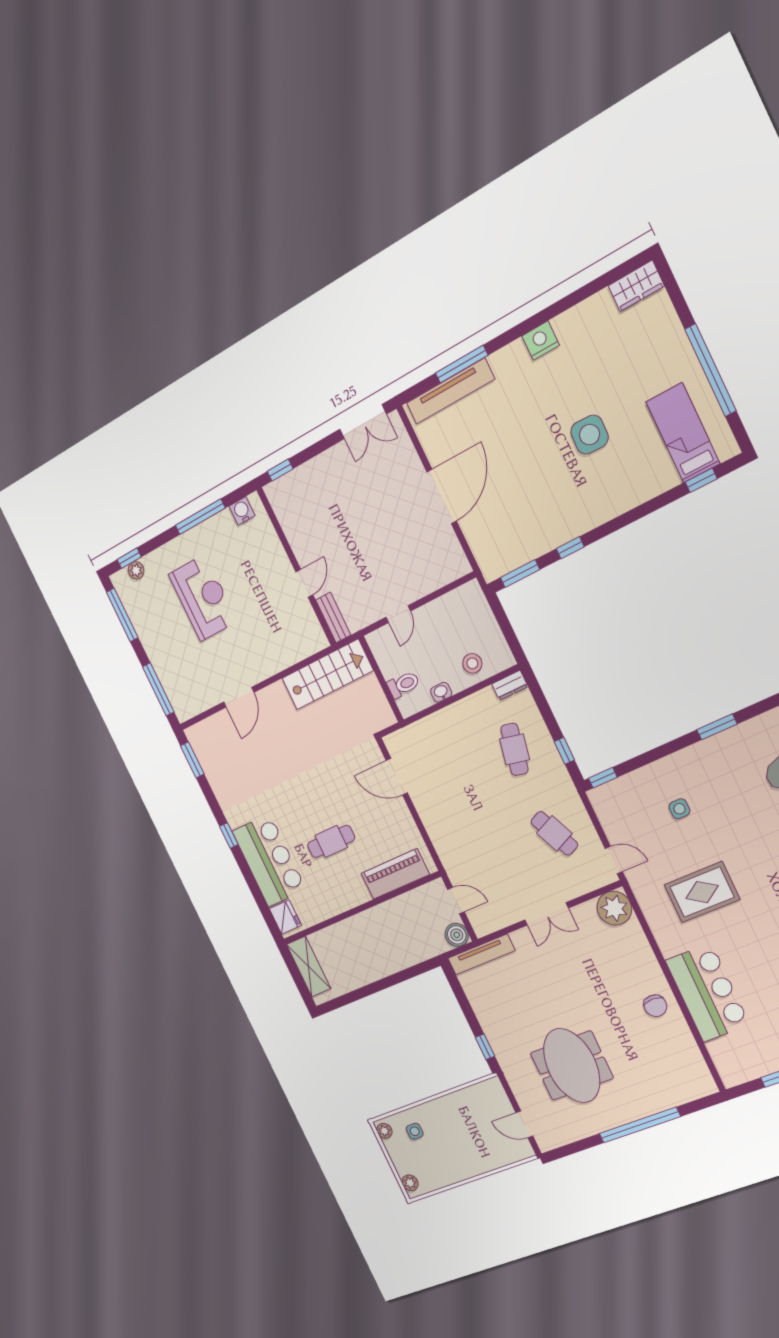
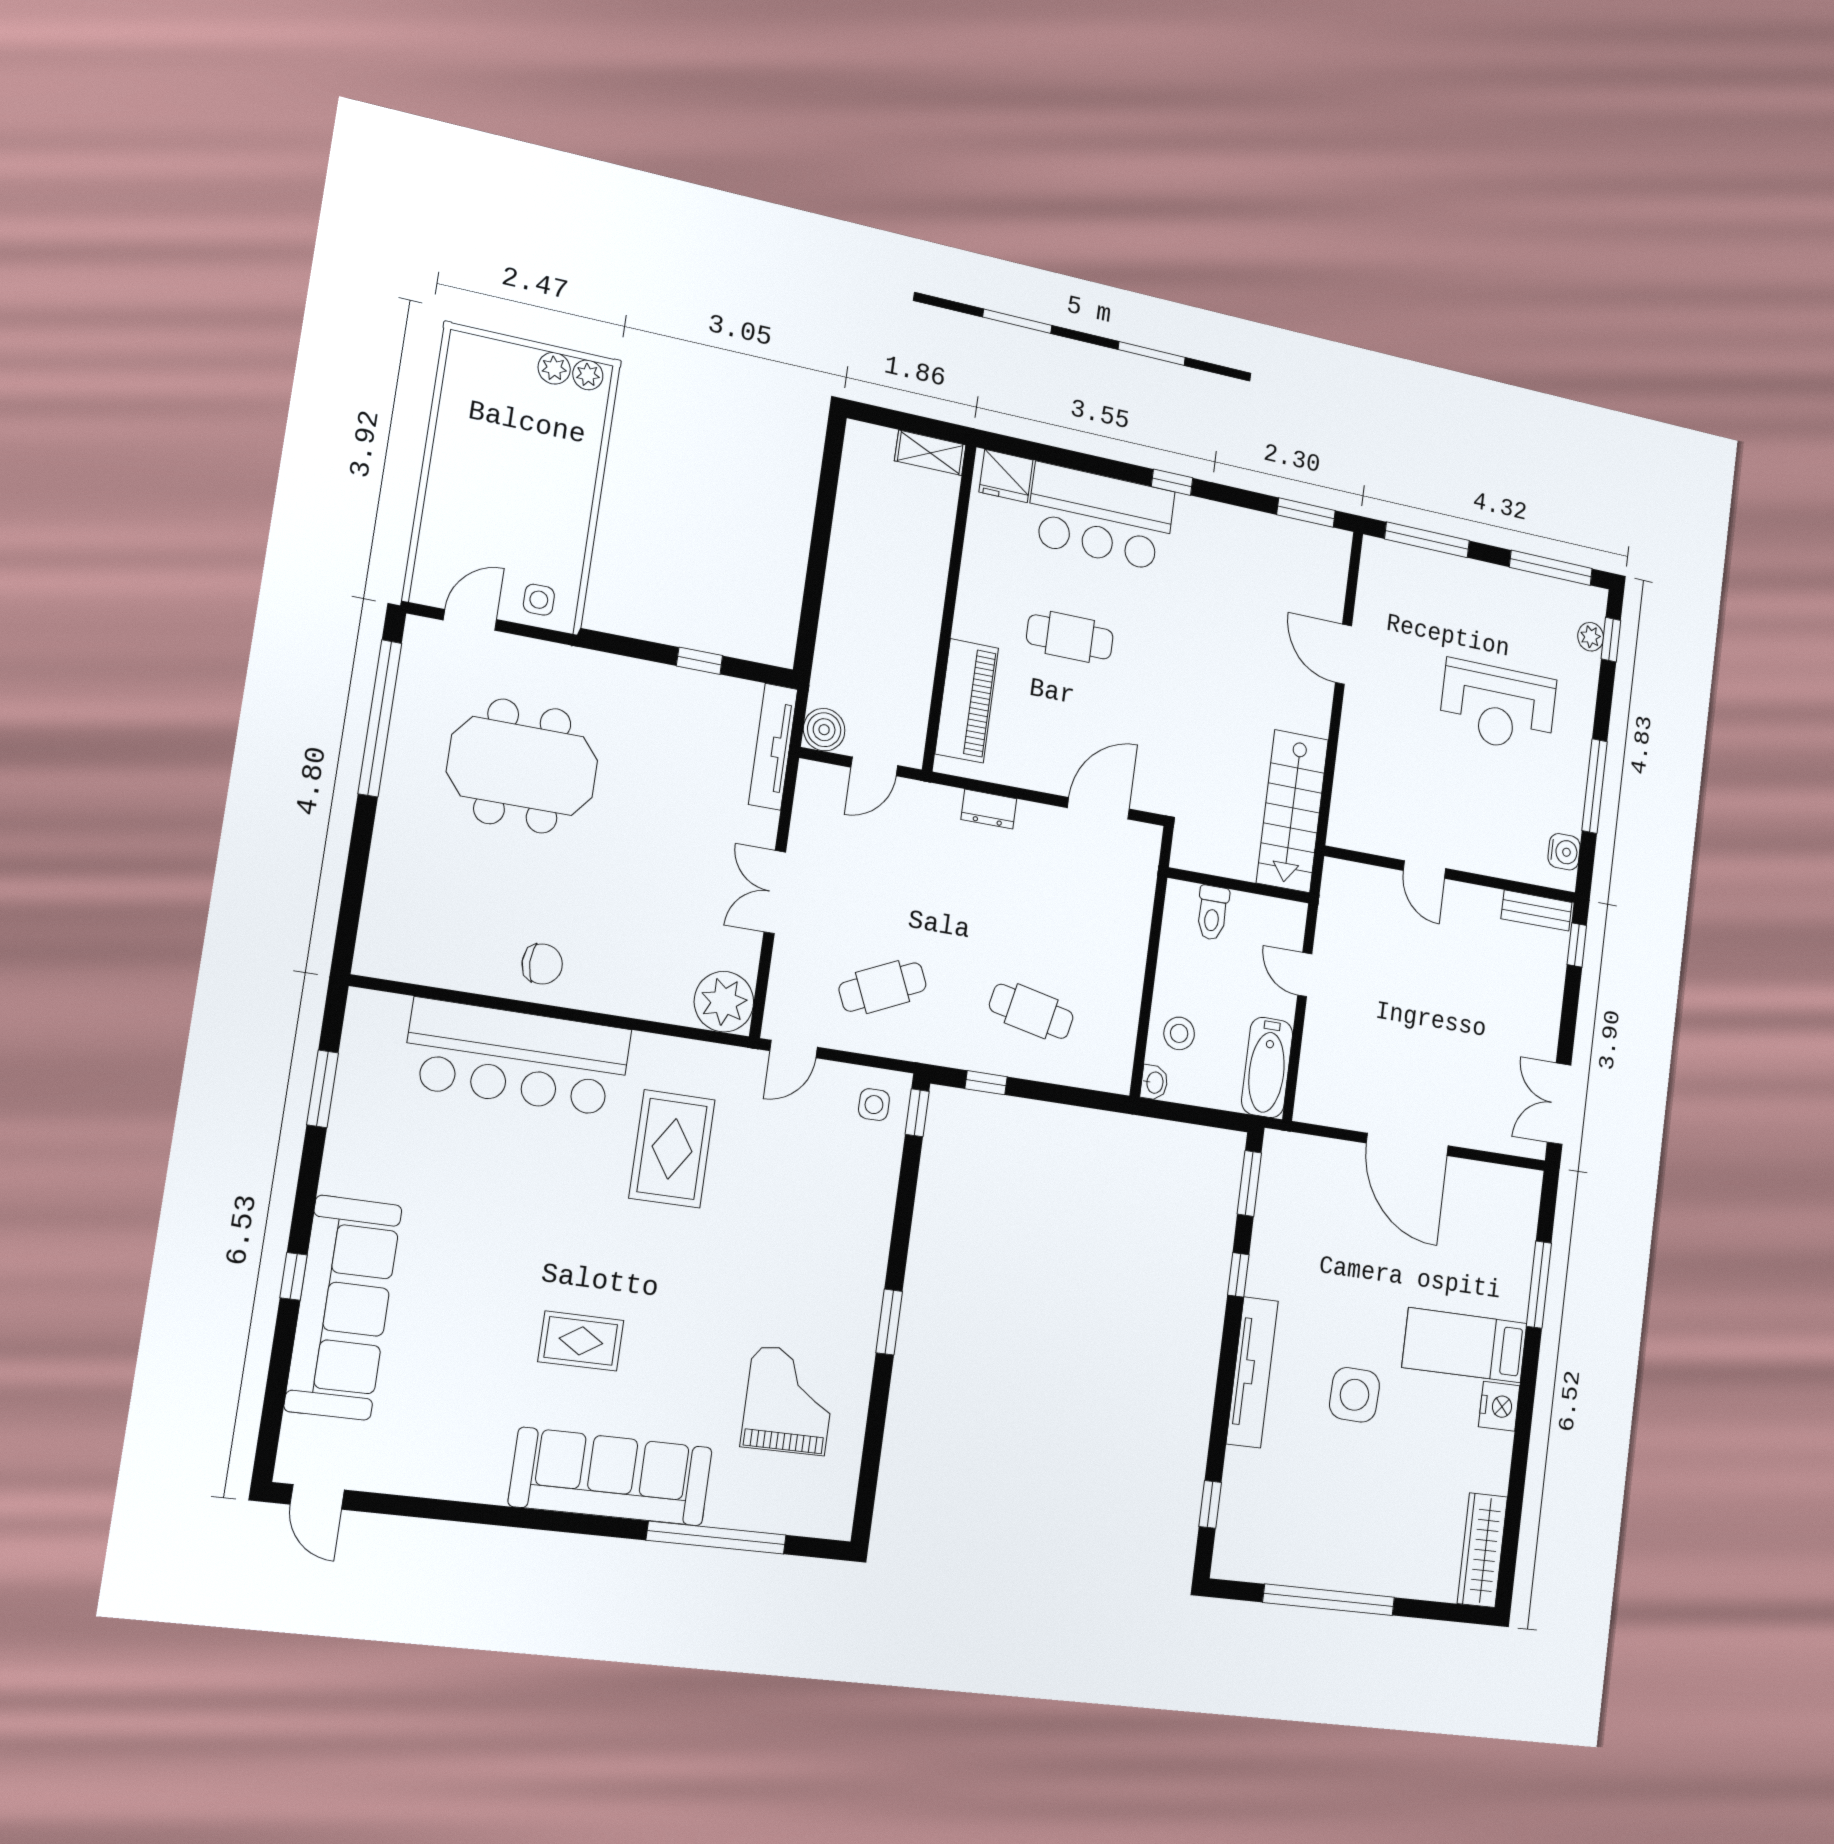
wardrobe: (636, 286) -> (1482, 1550), width x1.50
tv unit: (450, 391) -> (1252, 1372), moved, turned 180
bed: (683, 433) -> (1465, 1345), moved, turned 180
bathtub: (457, 604) -> (1267, 1067), added
bench: (333, 617) -> (1537, 911), moved
dresser: (510, 685) -> (989, 809), moved, turned -90
washbasin: (441, 692) -> (1154, 1082), moved
side table: (679, 809) -> (874, 1105), moved
cafe table: (331, 841) -> (1070, 637), turned 90
shelving: (309, 966) -> (930, 453), width x0.67, depth x0.75
bar counter: (707, 993) -> (517, 1058), width x1.36
chair: (655, 1006) -> (542, 964), turned 180
window: (485, 1047) -> (700, 661), moved
window: (640, 1125) -> (380, 718), moved
side table: (415, 1131) -> (539, 600), moved
plant: (410, 1183) -> (554, 368), moved

